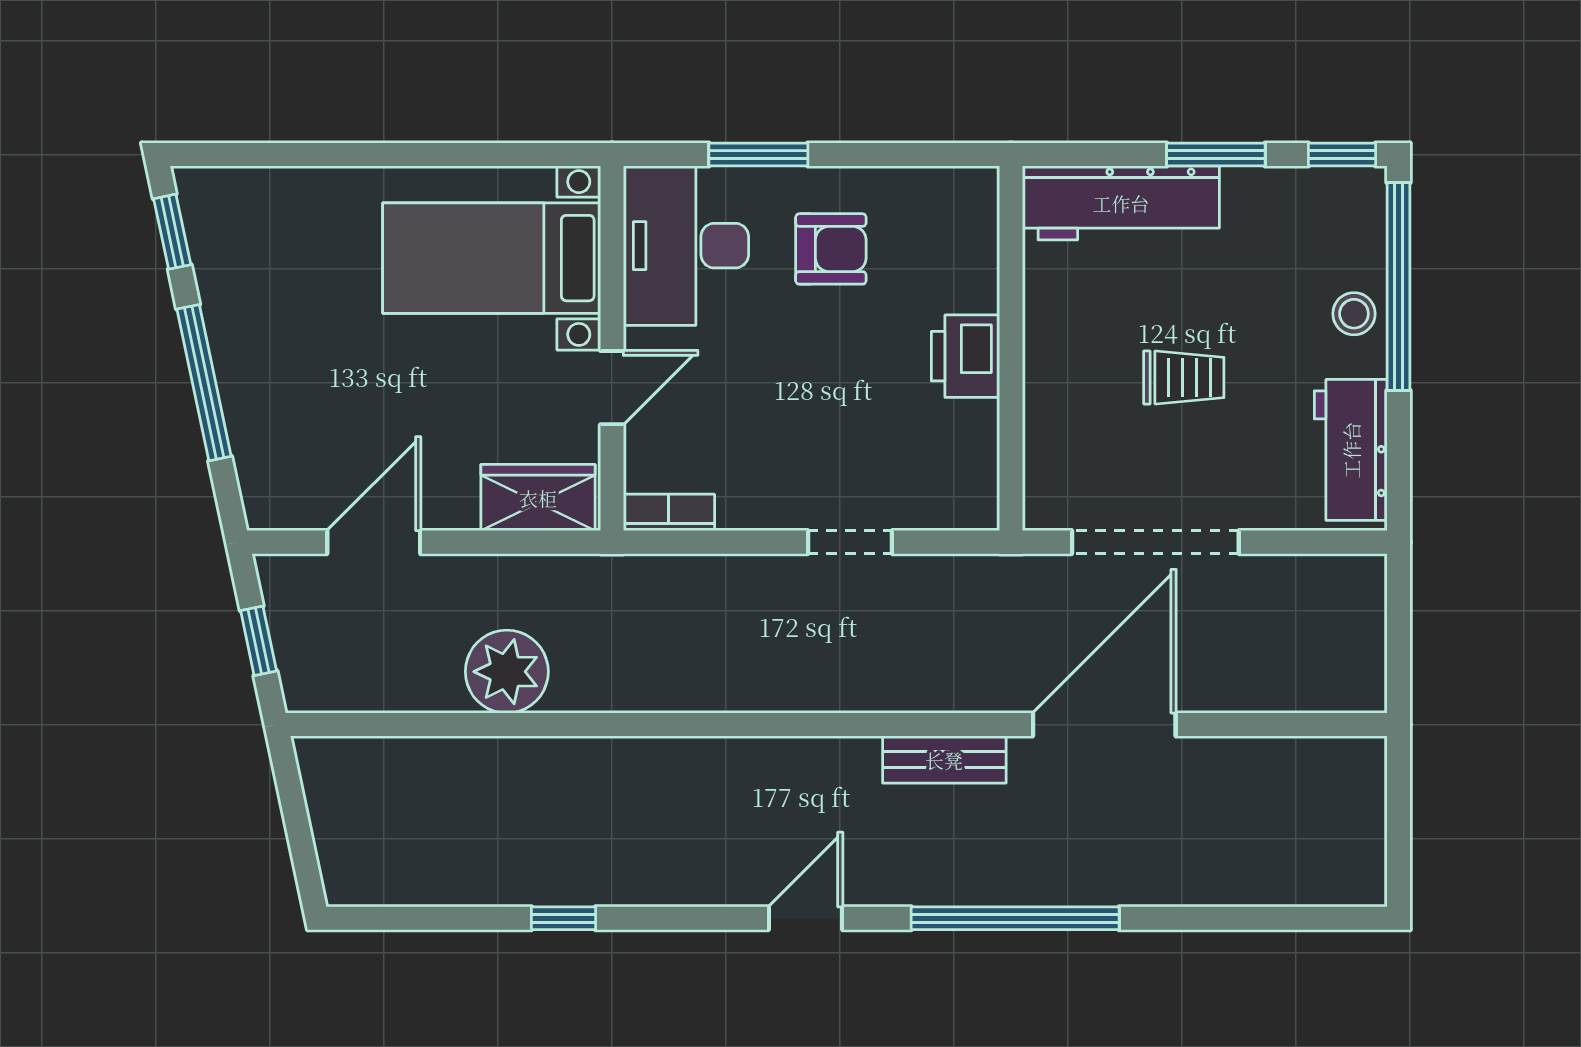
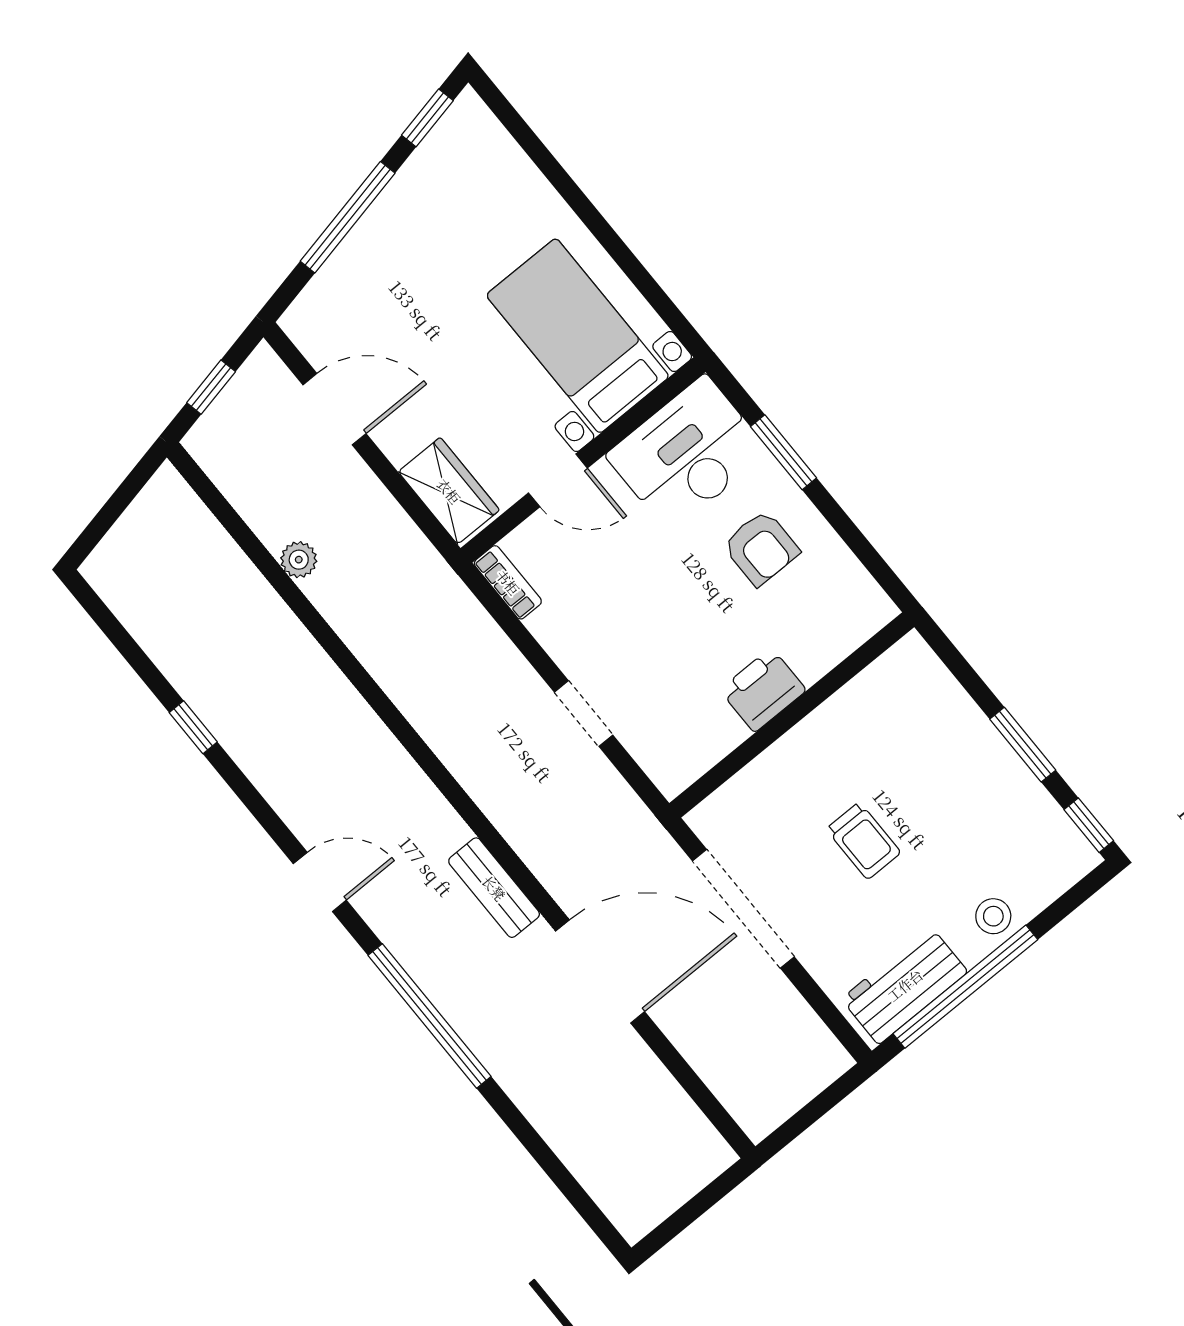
workbench: (1121, 203) -> (942, 709), removed
window: (1399, 286) -> (965, 987), moved
plant: (507, 672) -> (299, 560), width x0.53, depth x0.53

